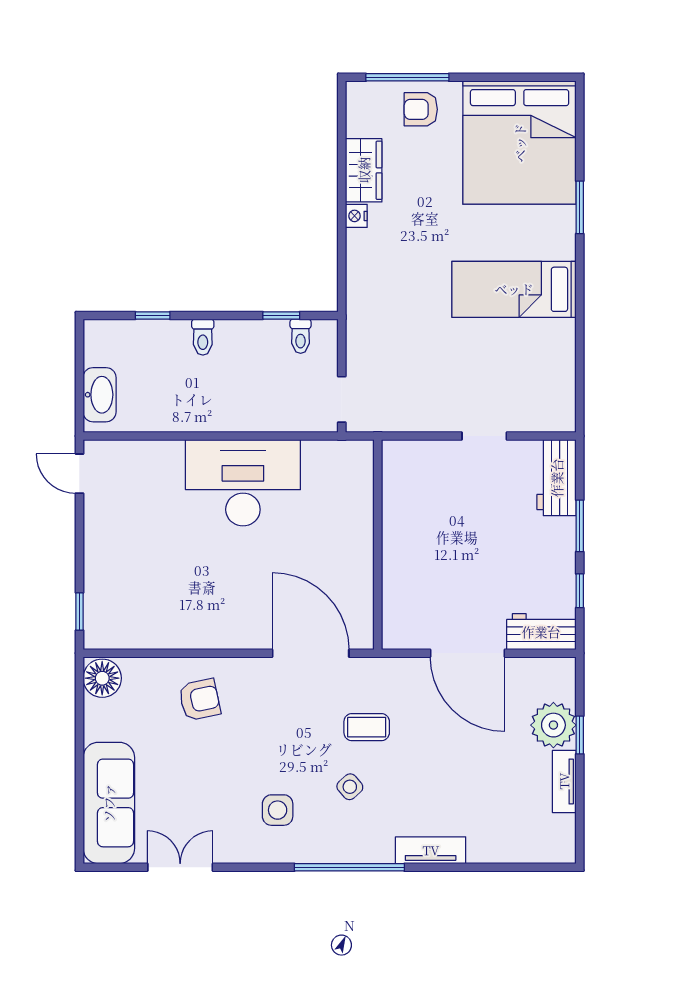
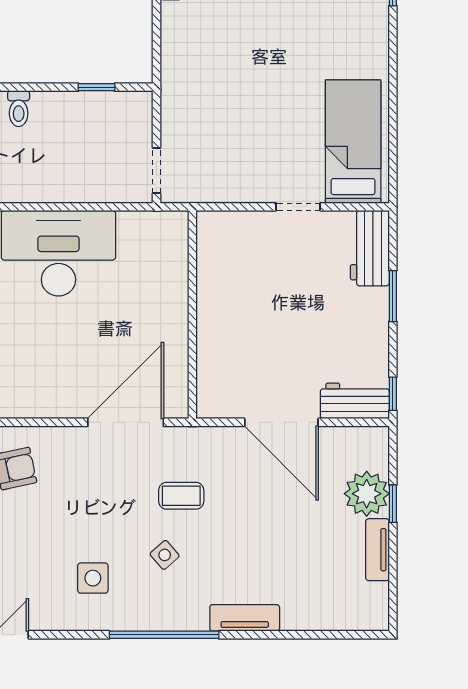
bed: (514, 289) -> (353, 142), moved, turned 90
toilet: (301, 336) -> (116, 108), removed
window: (580, 591) -> (393, 394), moved
door: (311, 653) -> (126, 422), hinge flipped

